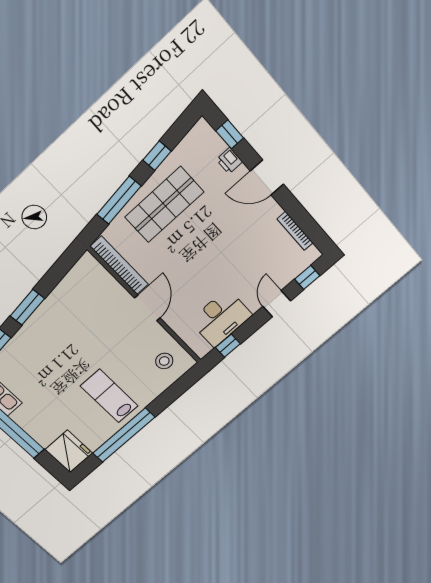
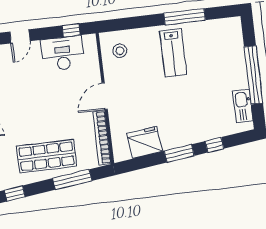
window: (157, 156) -> (15, 194), moved
window: (124, 435) -> (185, 17), width x0.68
fridge: (69, 451) -> (145, 142), moved, turned 83

